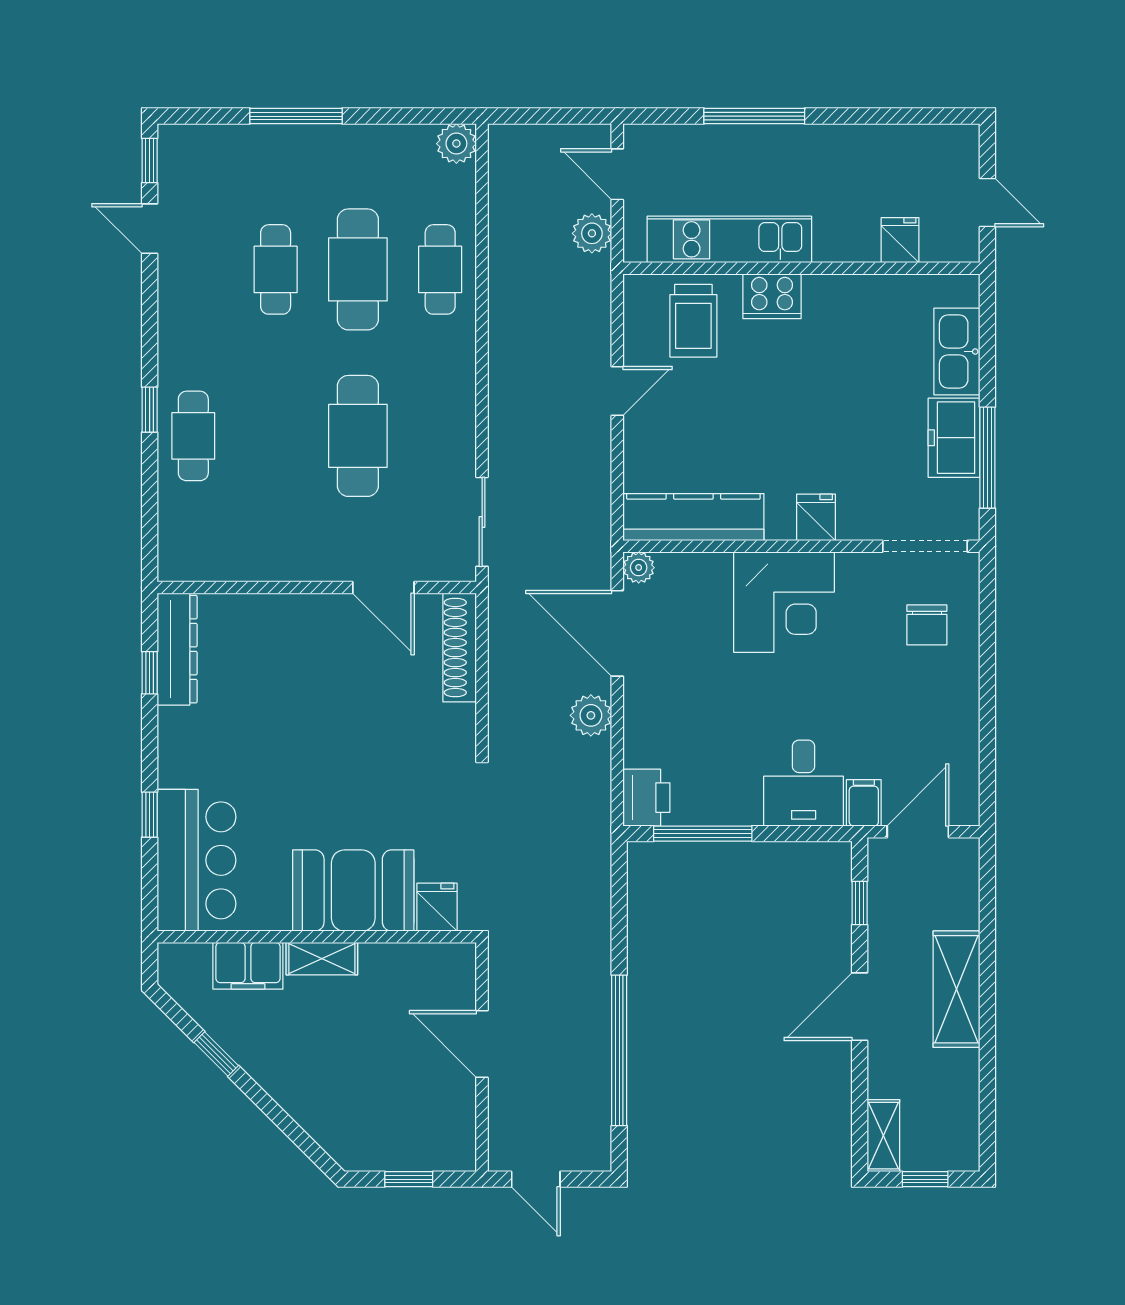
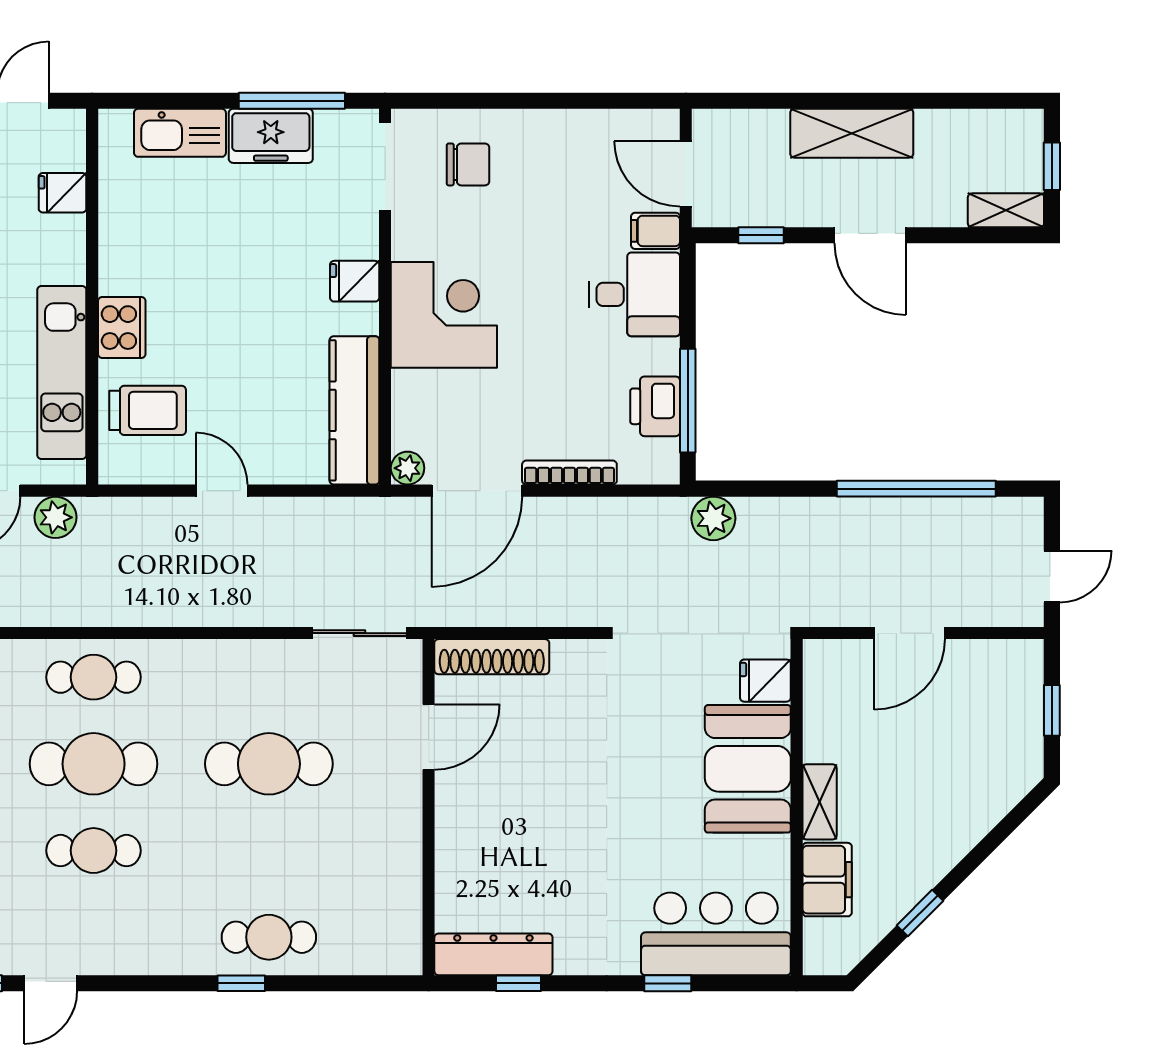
plant: (591, 715) -> (713, 518), moved
bookcase: (634, 721) -> (569, 473), added
printer: (646, 798) -> (655, 406), moved, turned -90

